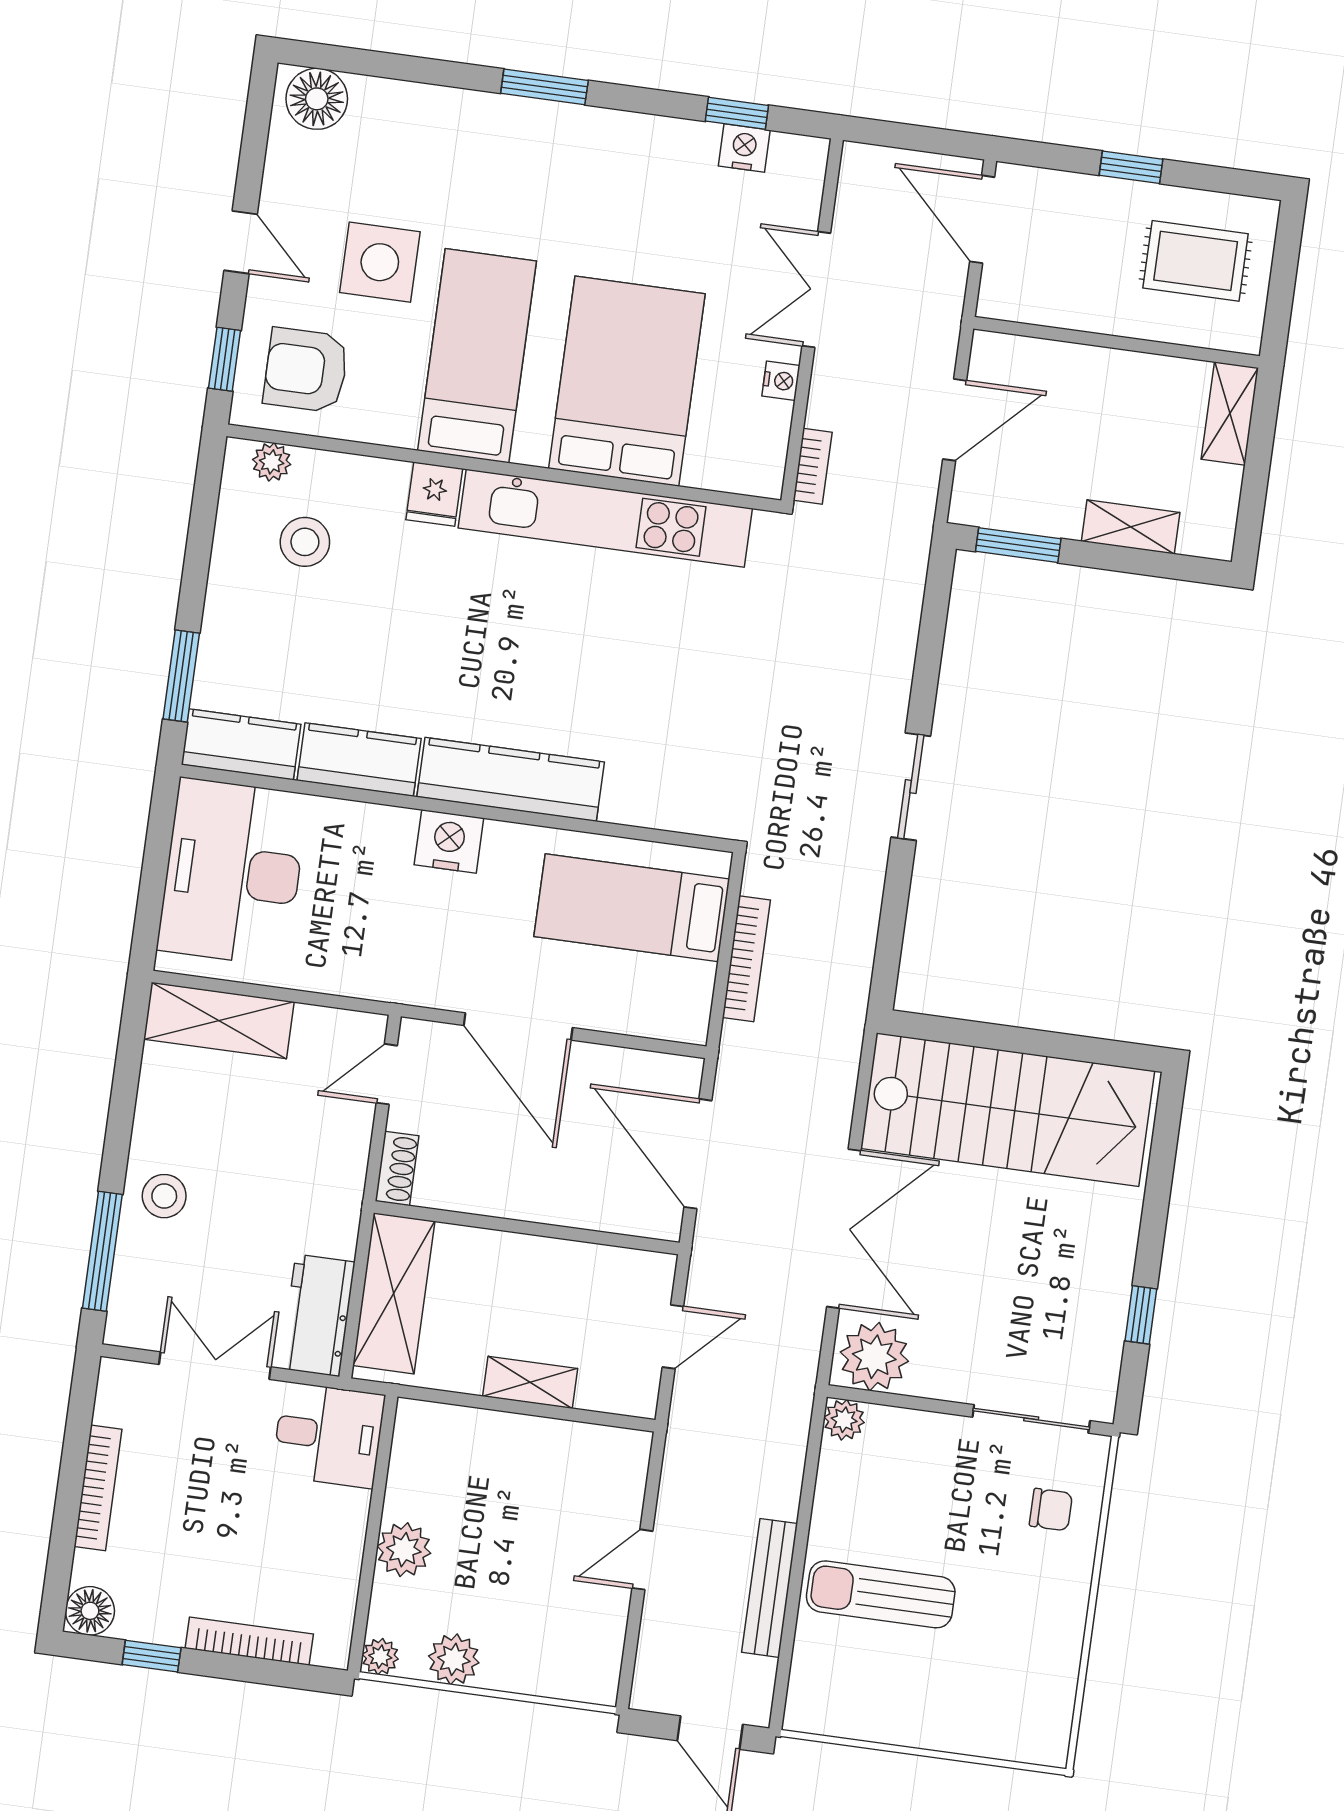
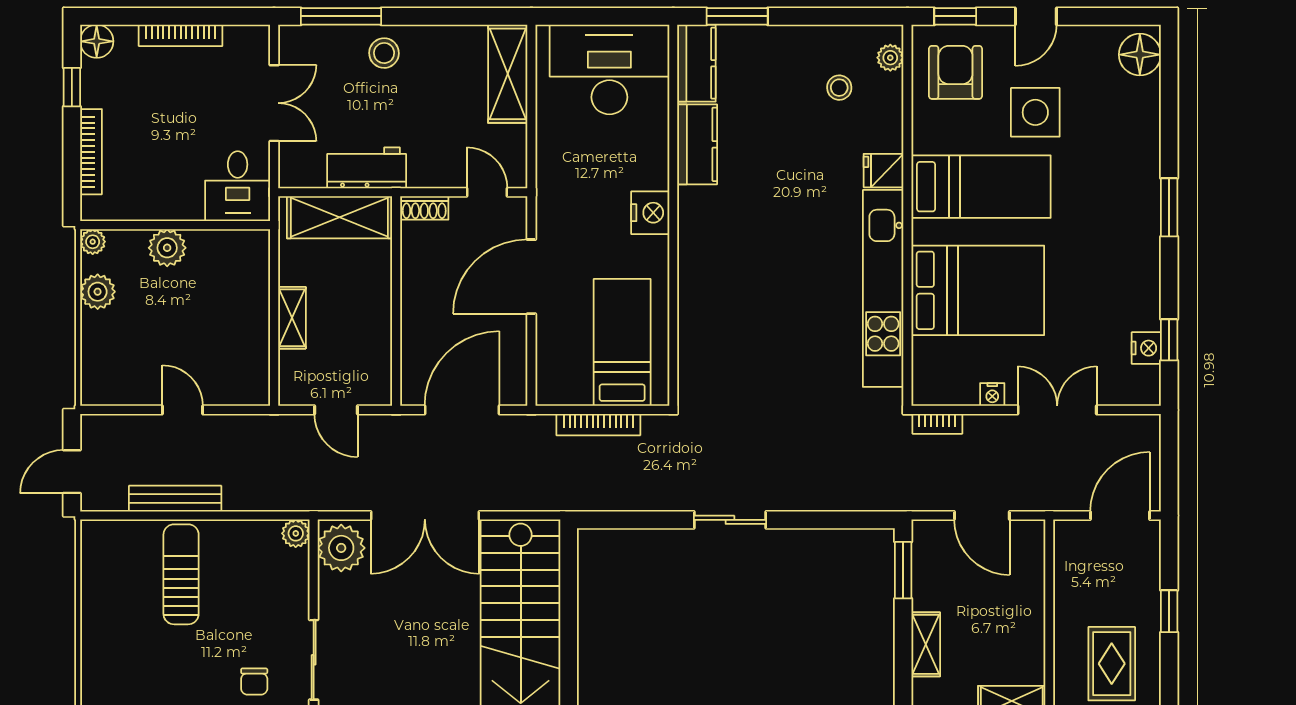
stool: (305, 542) -> (839, 88), width x0.73, depth x0.73
kitchen counter: (511, 779) -> (698, 249), removed
workbench: (318, 1315) -> (367, 168), moved

